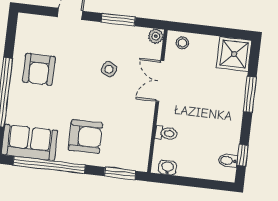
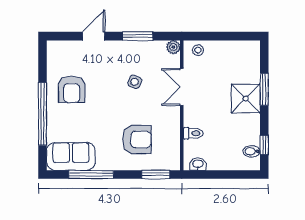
shower: (234, 54) -> (246, 99), moved
armchair: (86, 137) -> (137, 140), moved
window: (49, 165) -> (91, 175), width x0.68

